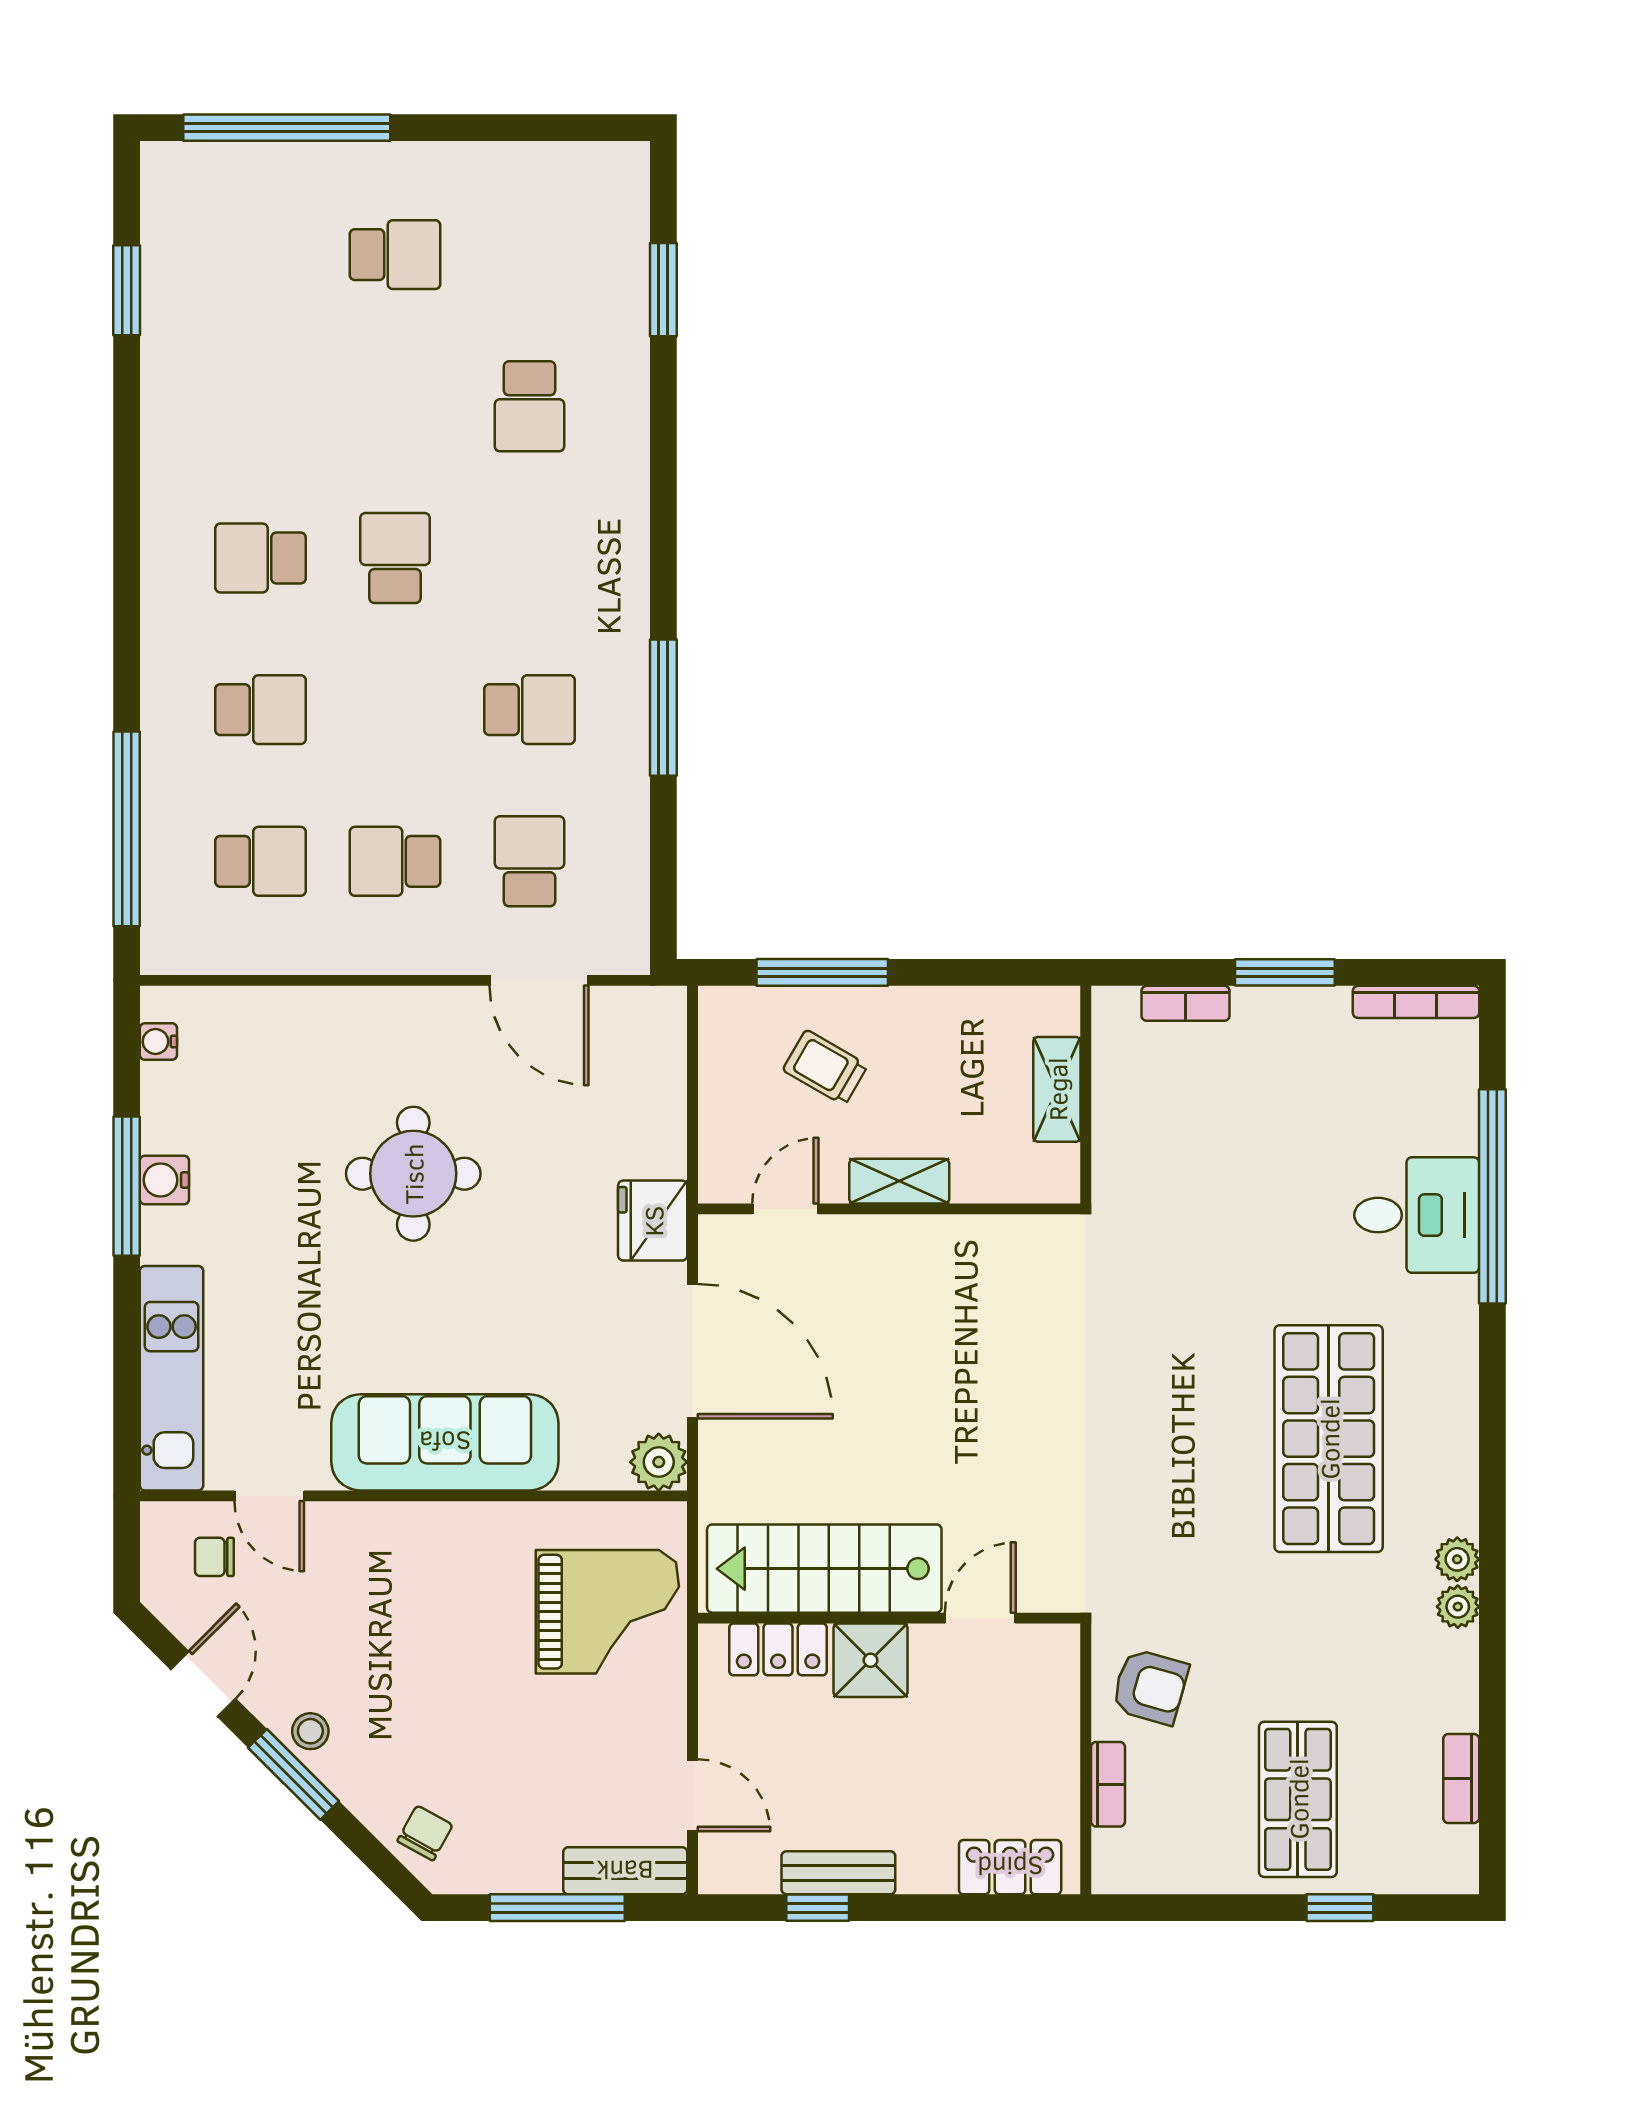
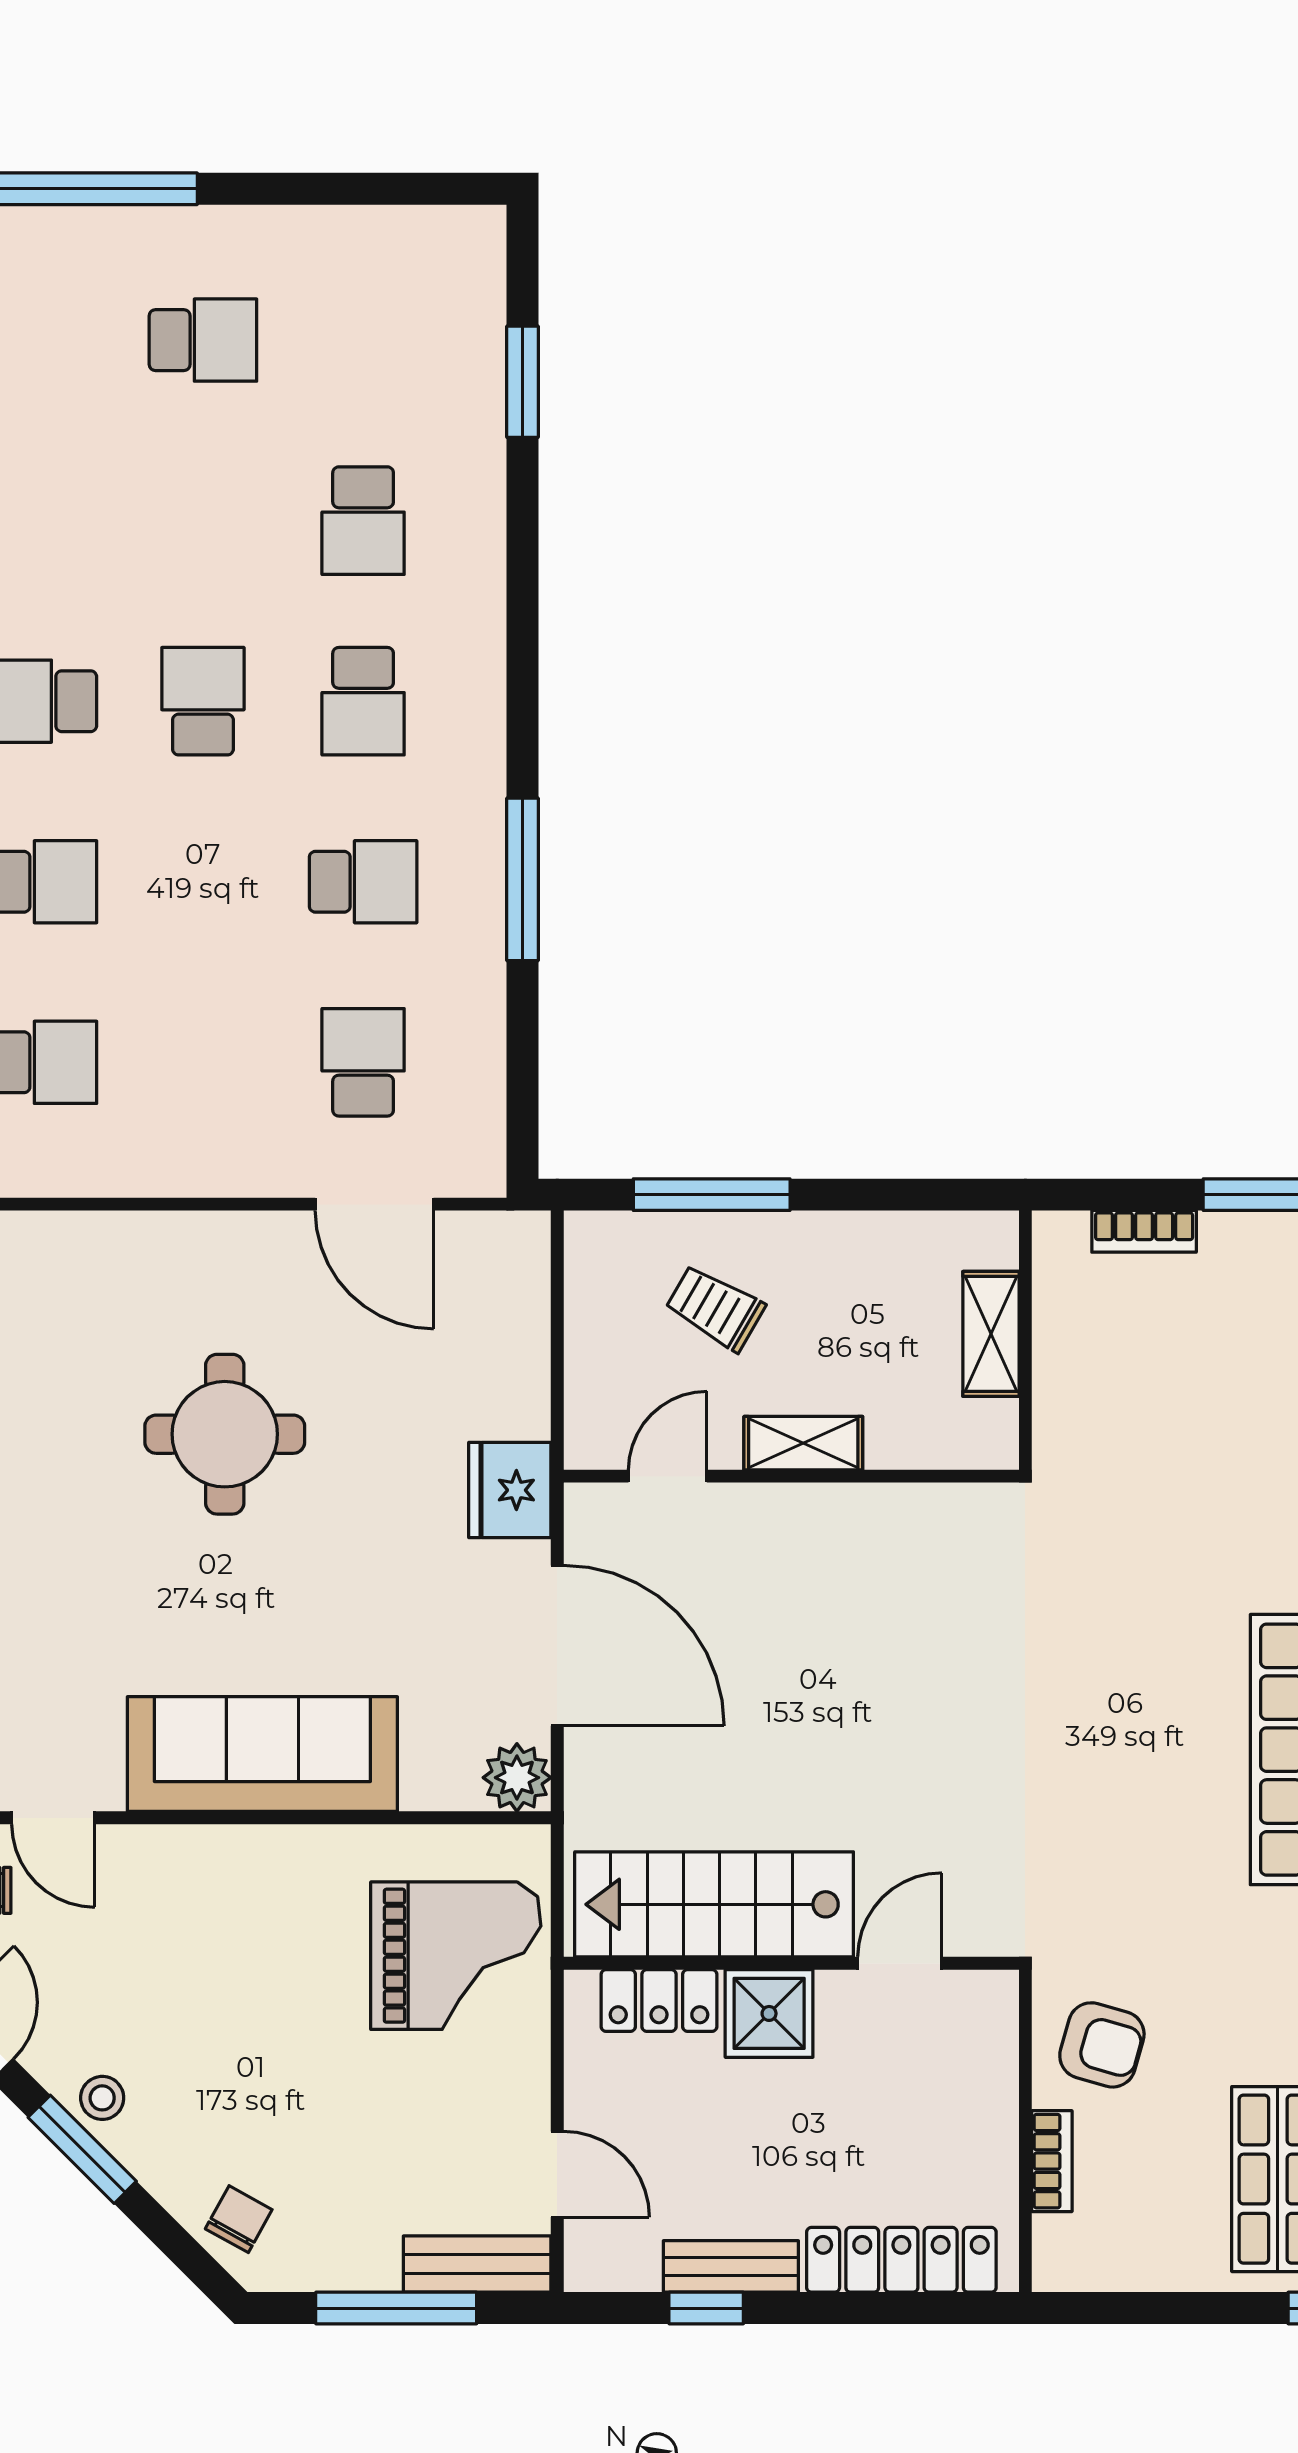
school desk: (395, 861) -> (363, 701), moved, turned -90
locker: (1010, 1867) -> (901, 2260), width x1.53

